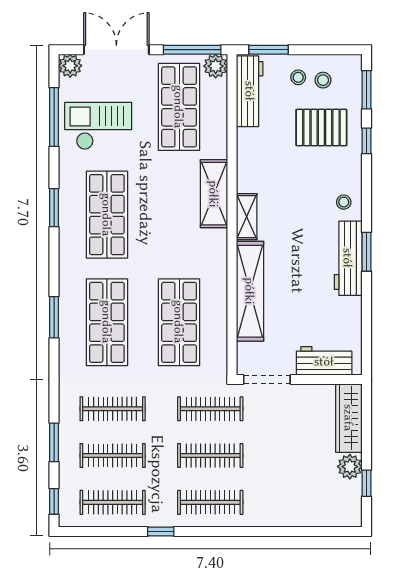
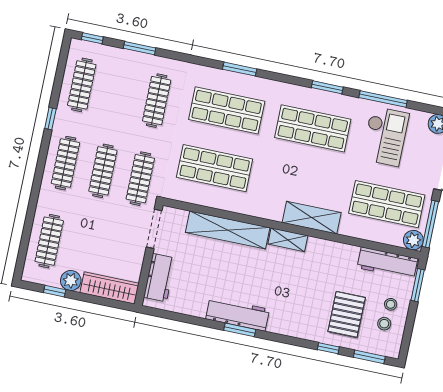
window: (54, 117) -> (383, 99), moved
stool: (344, 202) -> (283, 320), removed
clothes rail: (113, 456) -> (49, 241), moved

